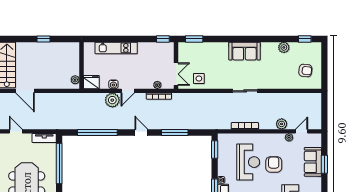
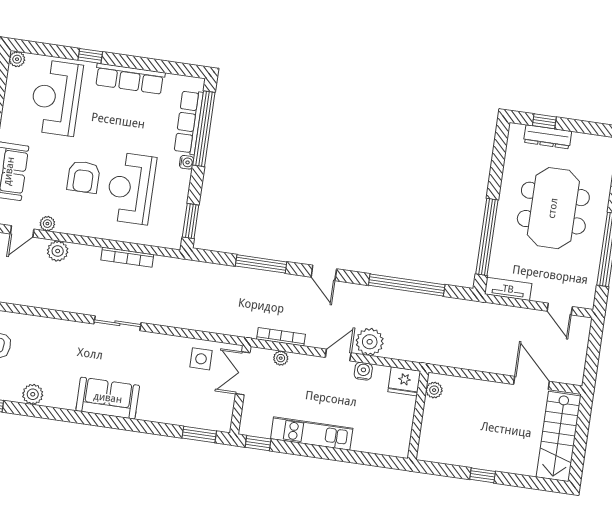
kitchen unit: (116, 48) -> (312, 434), moved

